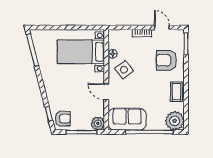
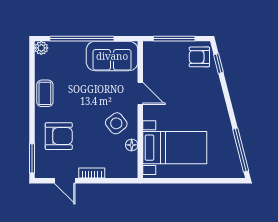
plant: (175, 121) -> (41, 48), width x0.53, depth x0.53
plant: (98, 123) -> (152, 50), removed

